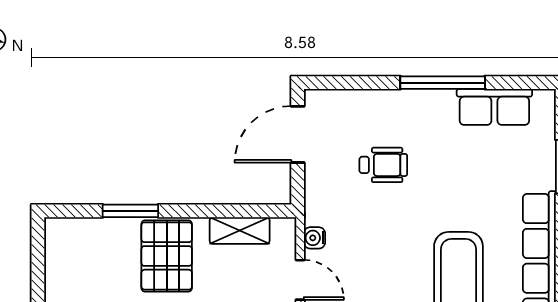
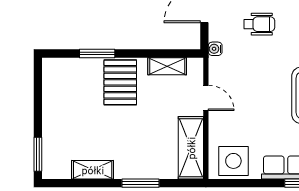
water cooler: (314, 238) -> (215, 49), moved

